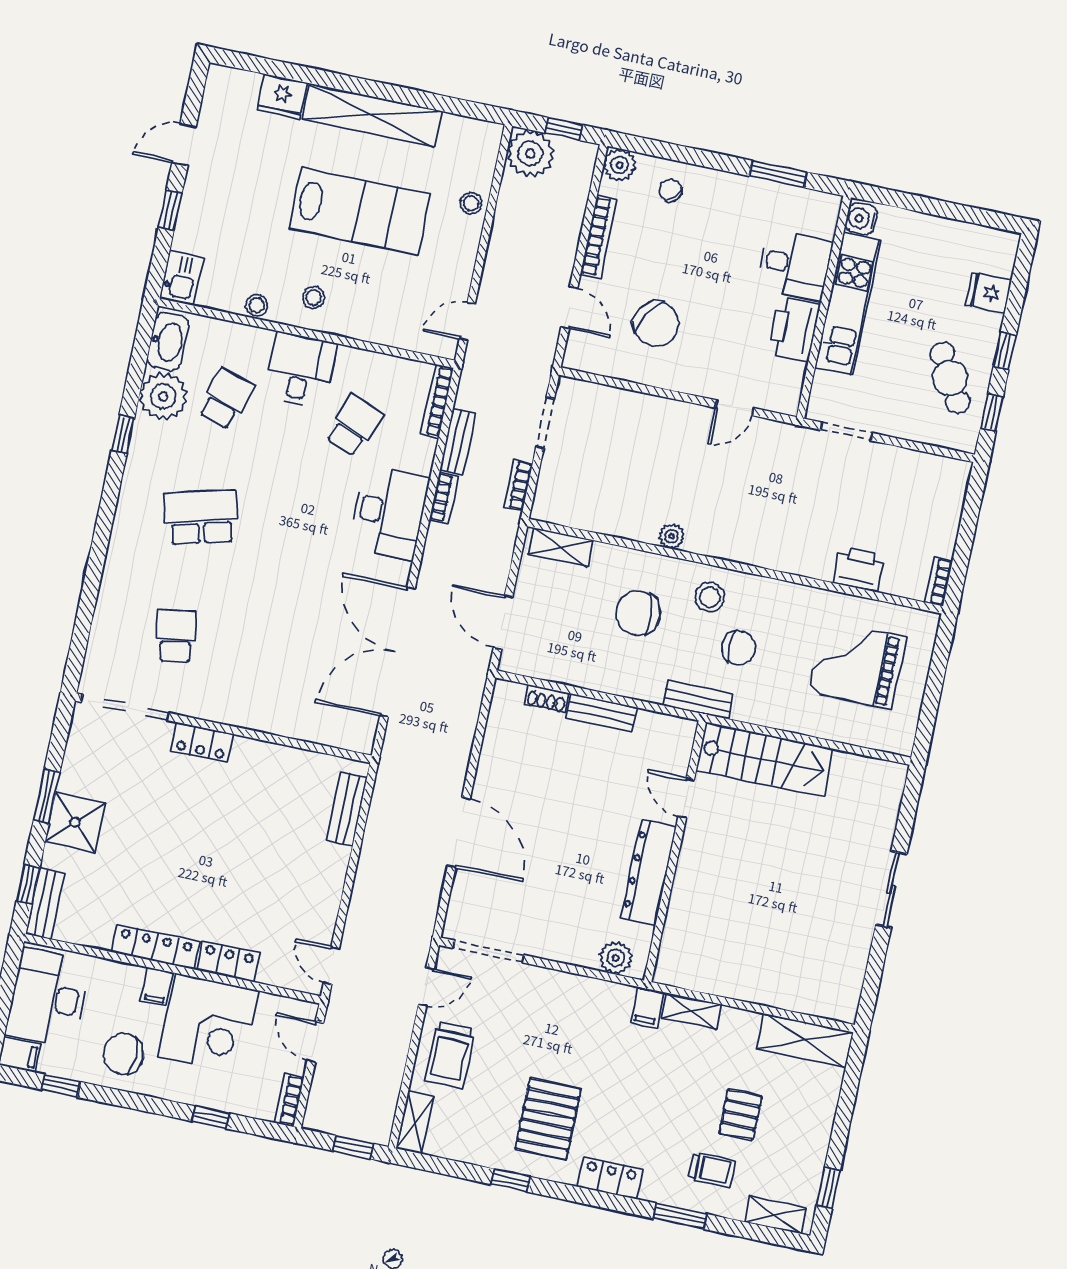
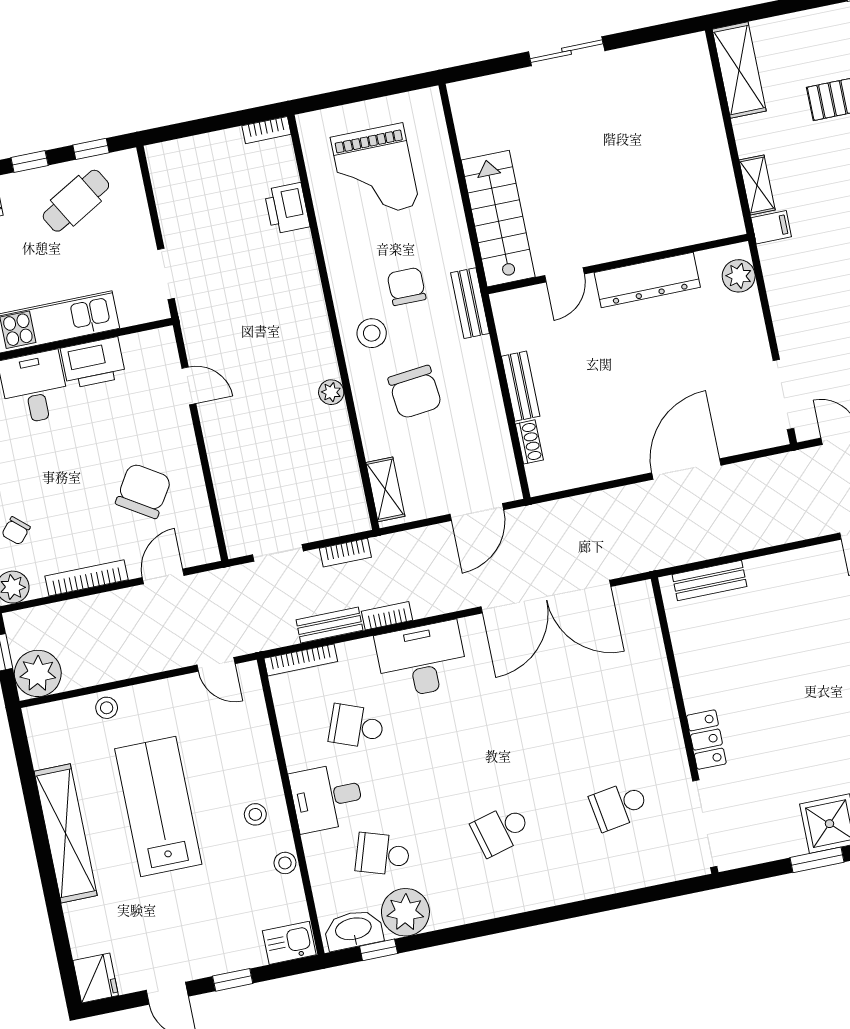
fridge: (282, 97) -> (96, 978), moved
window: (123, 434) -> (379, 950), moved
school desk: (201, 517) -> (501, 830), width x0.54

